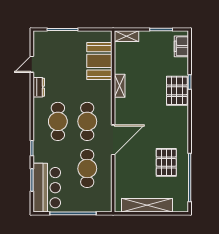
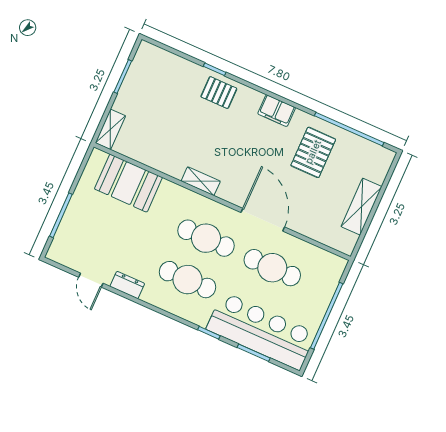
filing cabinet: (181, 46) -> (277, 111), moved
shelving: (120, 86) -> (201, 181), moved
pallet: (177, 91) -> (219, 93), width x0.67, depth x0.71
door: (113, 140) -> (263, 220), moved
pallet: (166, 162) -> (313, 152), turned 90
bar counter: (47, 188) -> (261, 331), width x1.36
shelving: (147, 205) -> (362, 207), width x0.68

